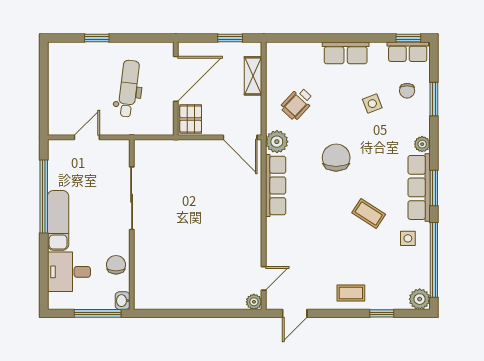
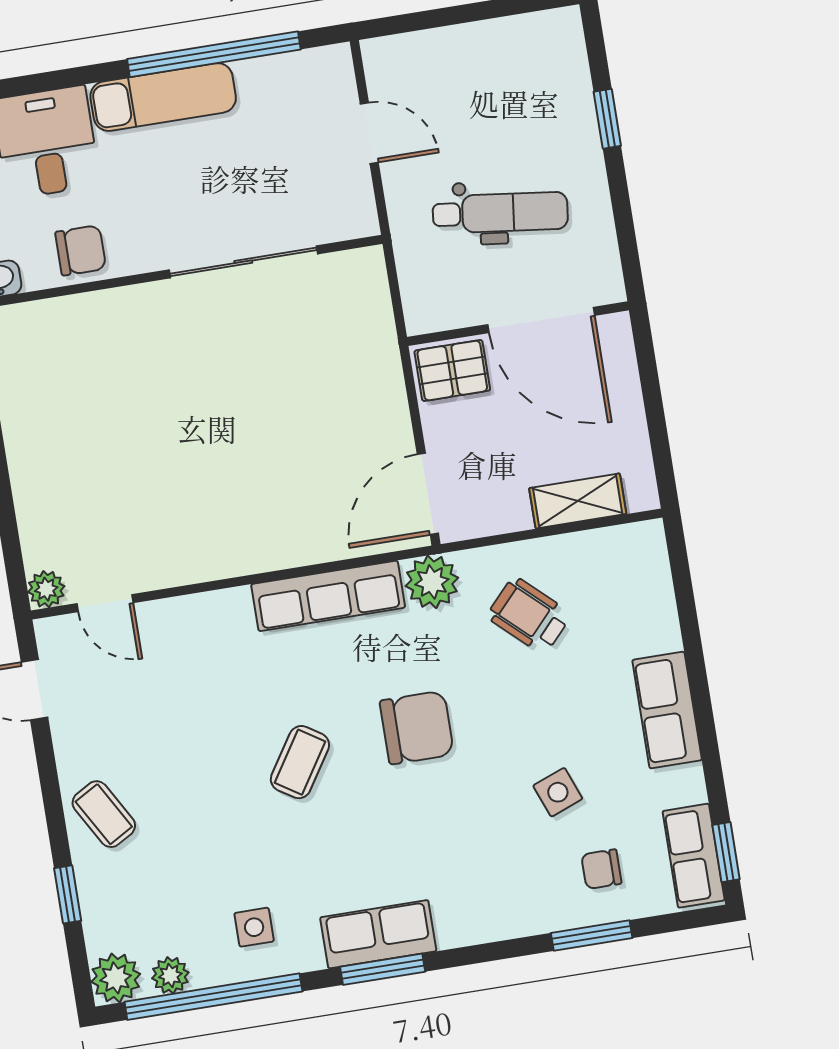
window: (230, 38) -> (658, 432), removed
plant: (422, 144) -> (170, 975), moved
row of seats: (419, 187) -> (378, 934), width x0.68
coffee table: (369, 213) -> (300, 762), moved
coffee table: (351, 293) -> (104, 814), turned -30

